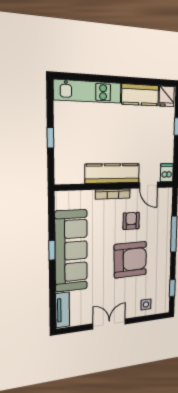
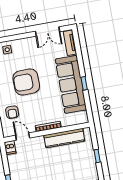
kitchen counter: (112, 173) -> (64, 138), moved
armchair: (131, 221) -> (12, 112), moved
double door: (109, 324) -> (48, 32), moved

